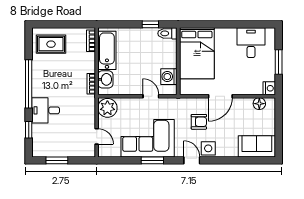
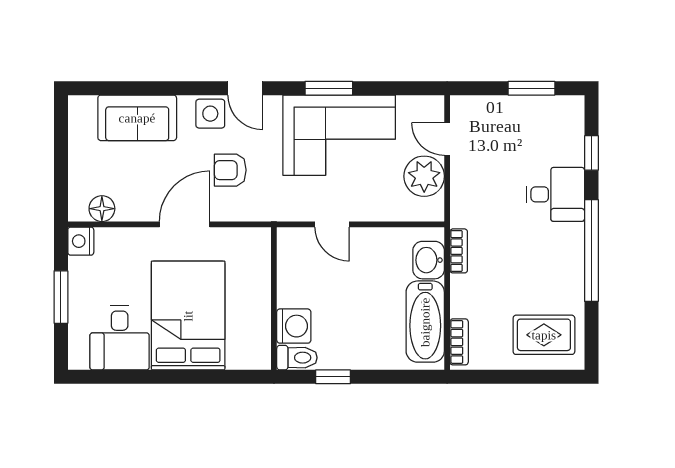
bed: (197, 53) -> (188, 316), moved
washing machine: (169, 77) -> (294, 326), moved
plant: (107, 108) -> (424, 176), moved
sofa: (257, 146) -> (137, 118), moved

